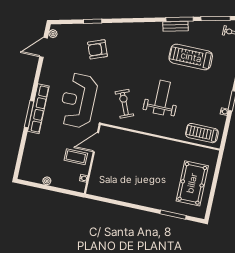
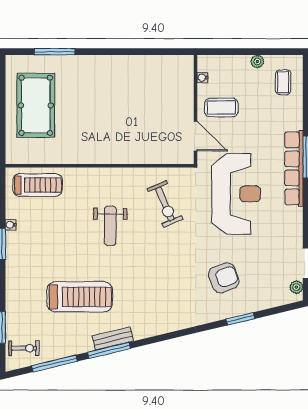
weight bench: (162, 98) -> (110, 226), width x0.73, depth x0.75
door: (96, 142) -> (196, 136), hinge flipped
coffee table: (33, 164) -> (283, 82), added

